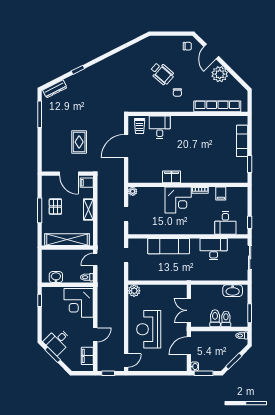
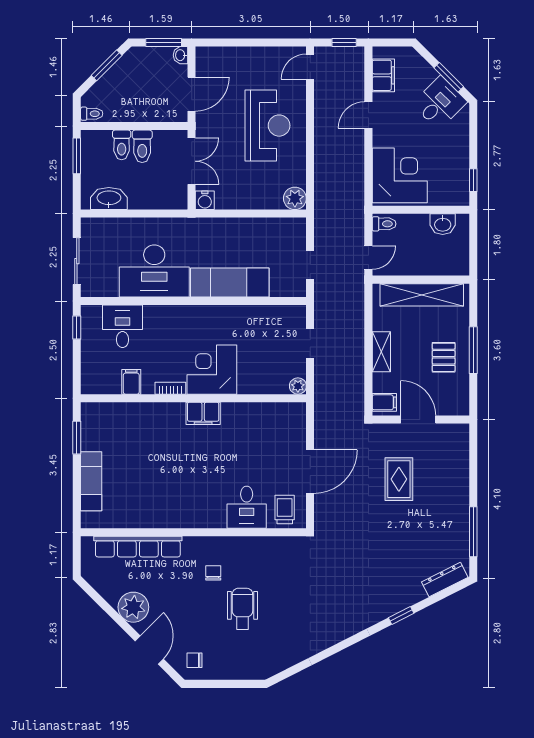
wheelchair: (162, 73) -> (242, 609), turned 49
filing cabinet: (172, 177) -> (203, 413), moved
desk: (214, 249) -> (154, 271), width x1.36, depth x1.30
water cooler: (182, 290) -> (205, 200), added

